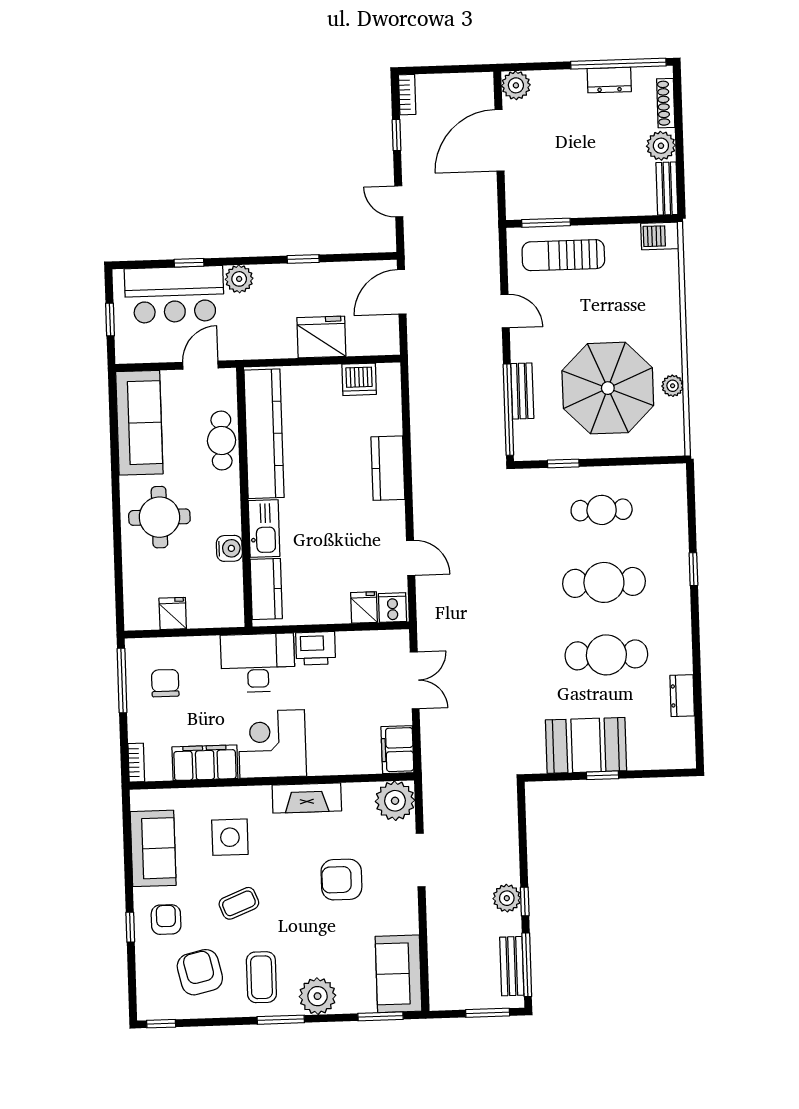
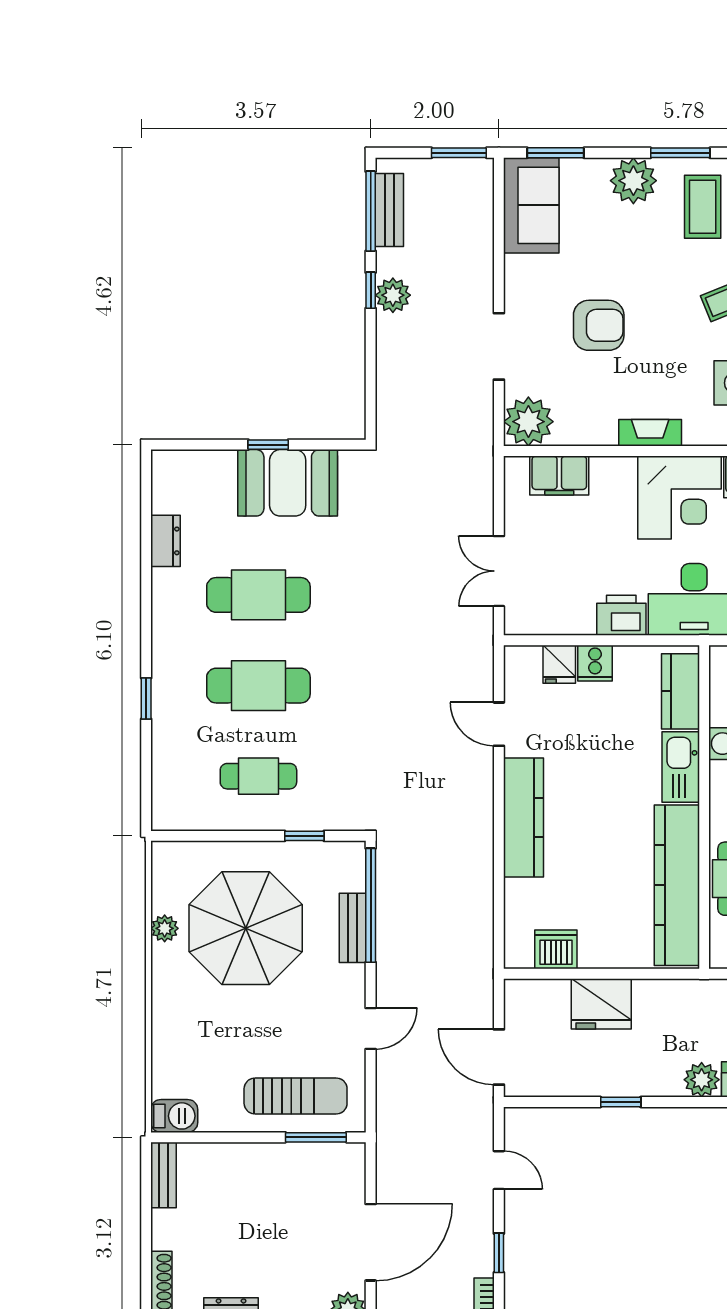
plant: (661, 146) -> (169, 1229), removed
door: (402, 292) -> (499, 1057), swing flipped
door: (505, 311) -> (371, 1028), swing flipped
kitchen counter: (388, 468) -> (524, 817), width x1.50
cooker: (393, 607) -> (595, 663), moved
filing cabinet: (397, 750) -> (559, 475), moved, turned 90
fireplace: (307, 798) -> (650, 433), width x0.73, depth x0.76
window: (488, 1013) -> (459, 153), moved

